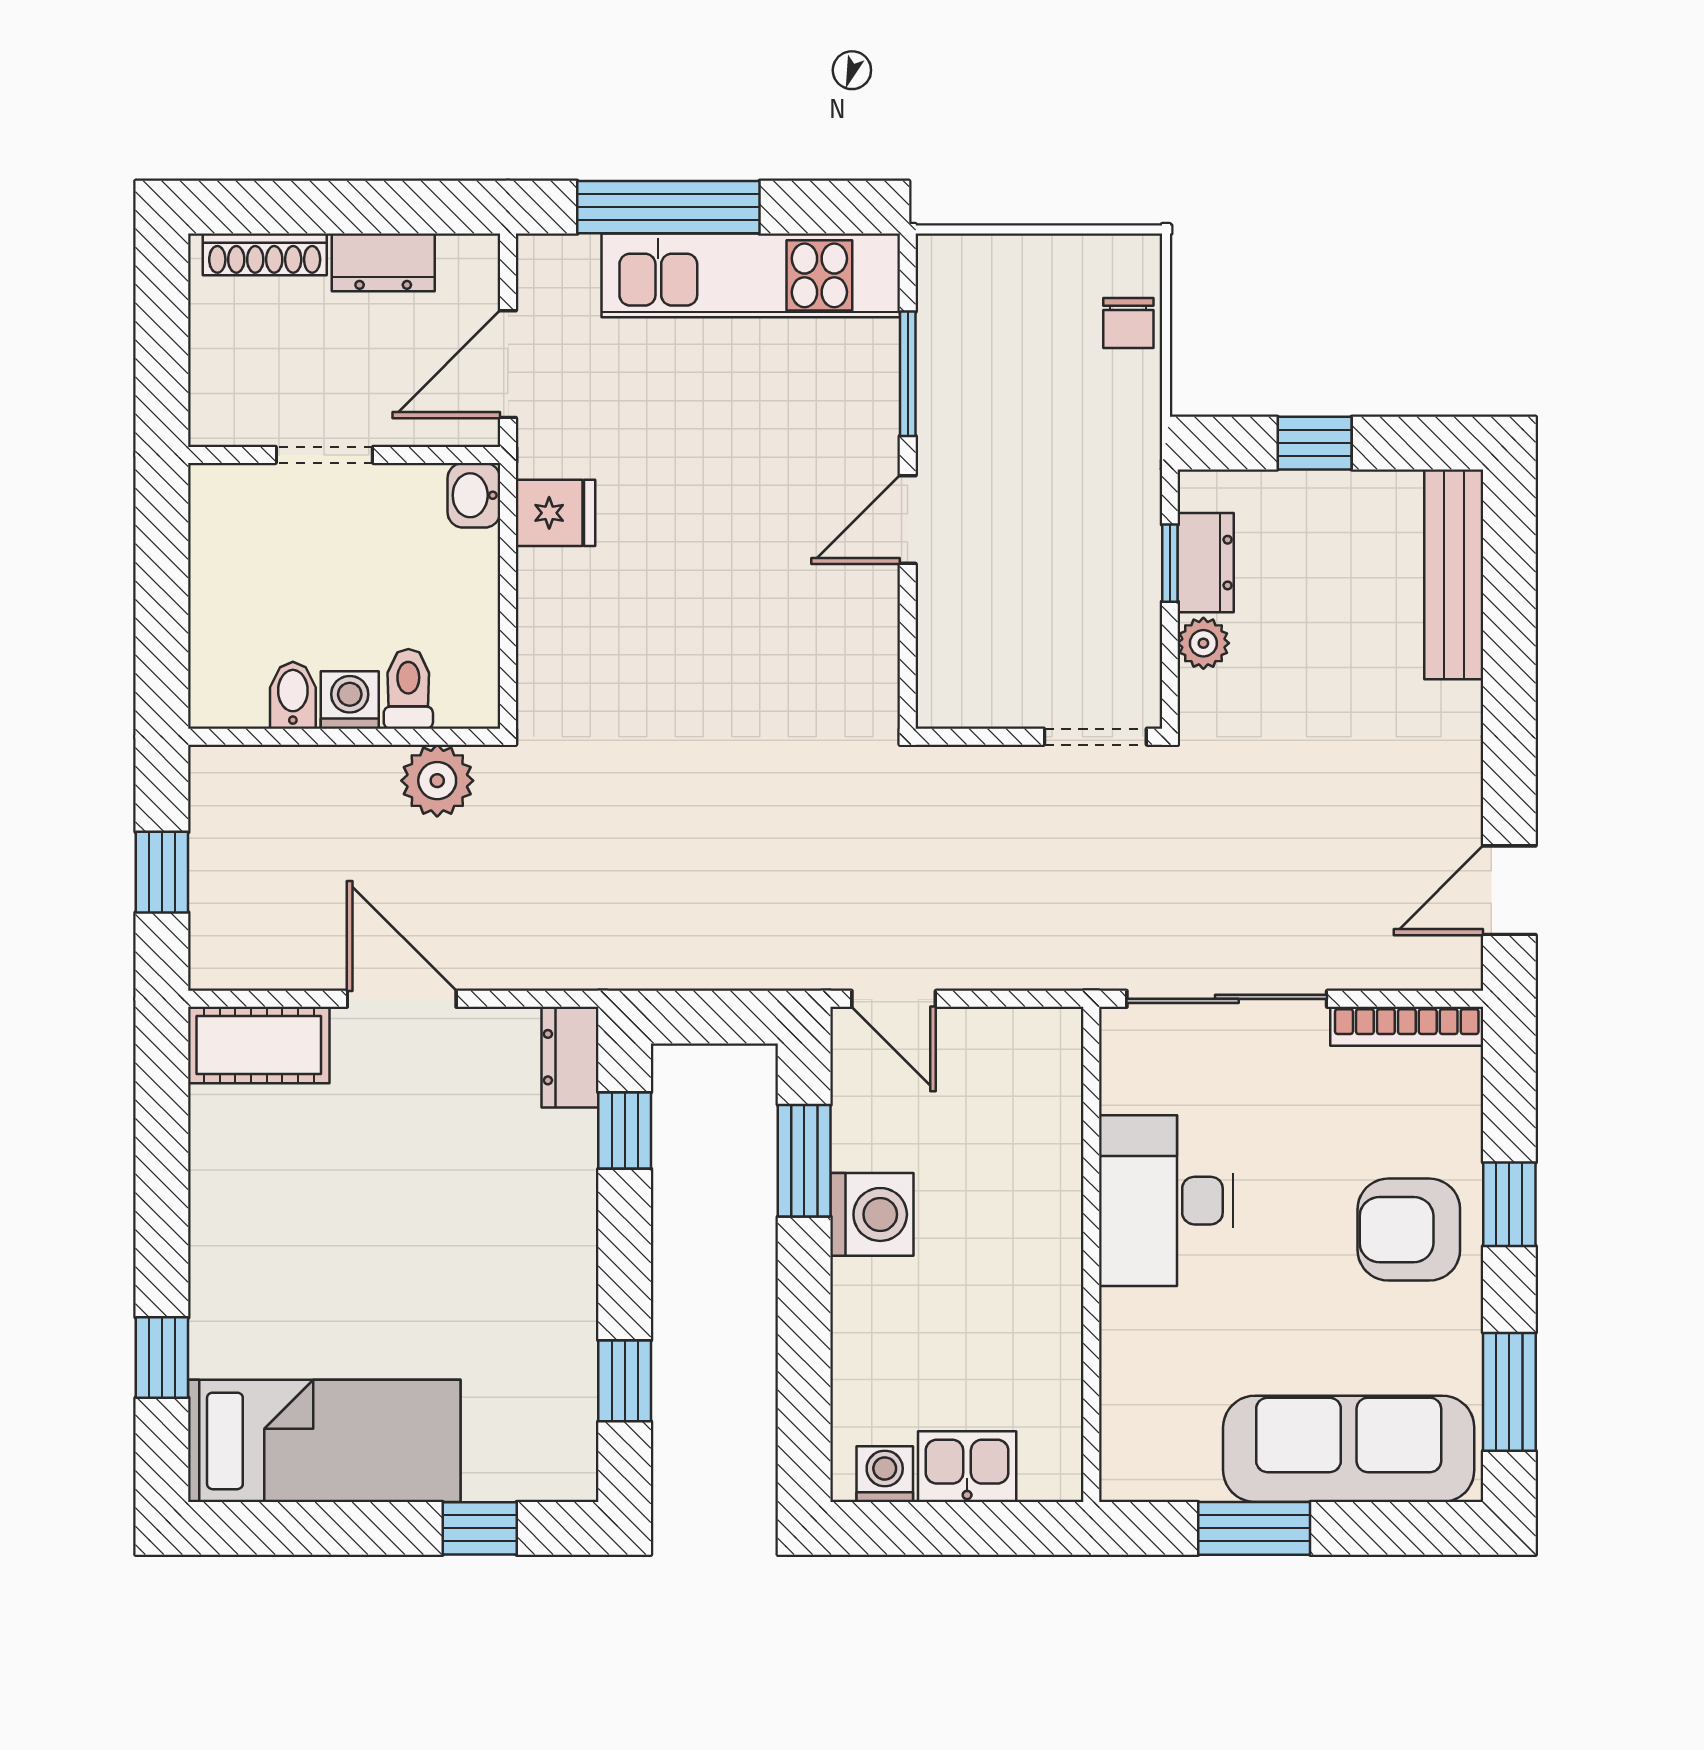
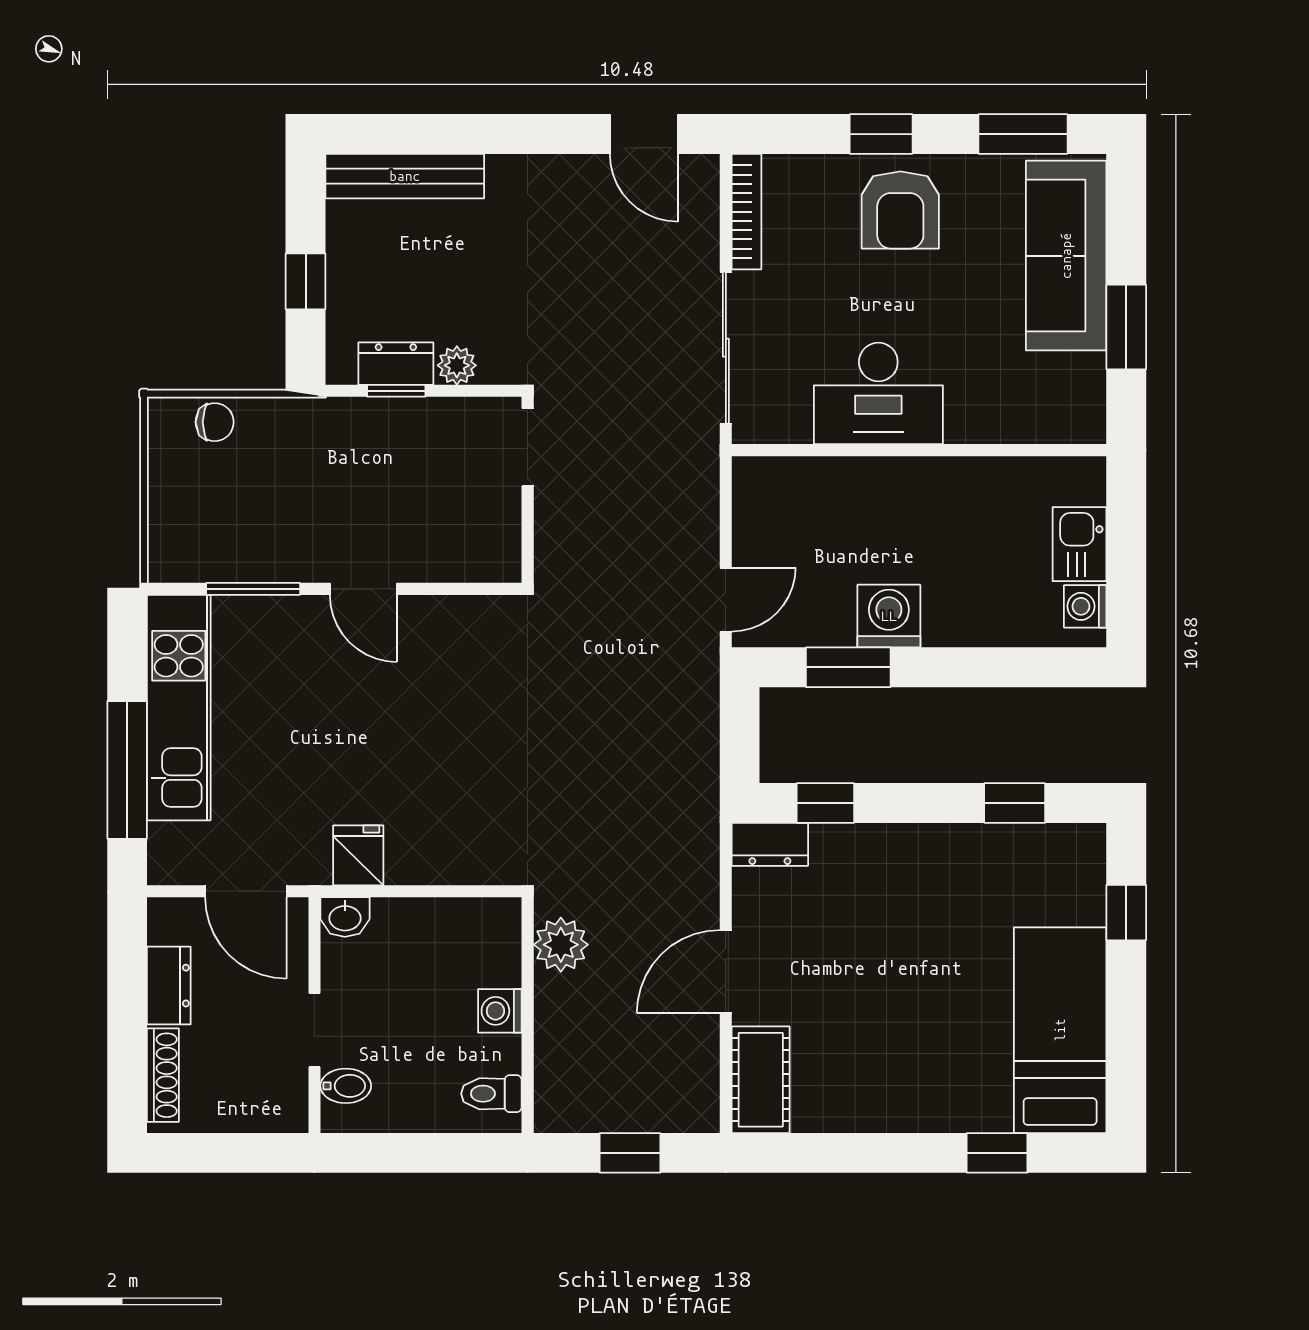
toilet: (408, 689) -> (491, 1094), moved
bidet: (293, 695) -> (346, 1086), moved, turned 180

